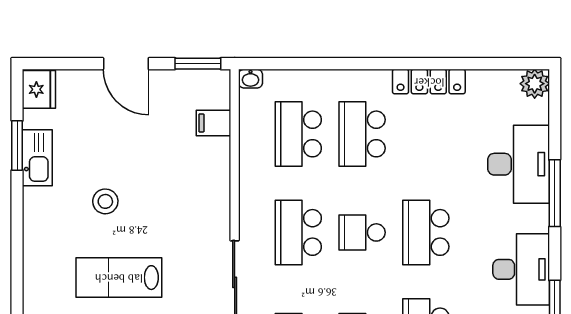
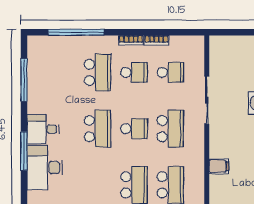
filing cabinet: (213, 123) -> (219, 166), moved
desk: (521, 269) -> (43, 129), moved, width x0.73

